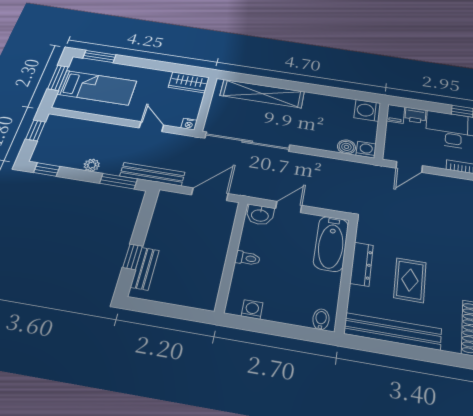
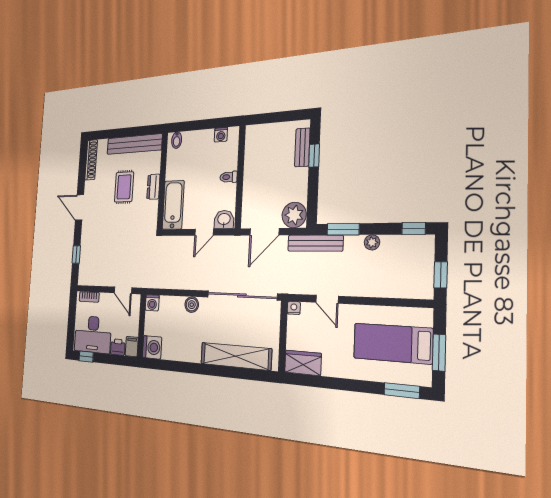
boiler: (346, 147) -> (192, 305), moved
door: (409, 167) -> (123, 290), swing flipped
plant: (170, 204) -> (294, 215), added
dresser: (362, 264) -> (153, 187), width x0.70

